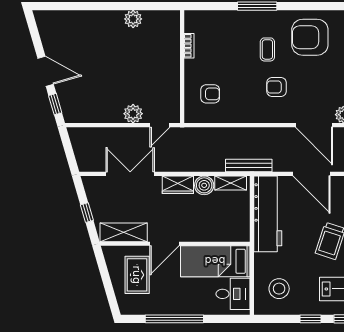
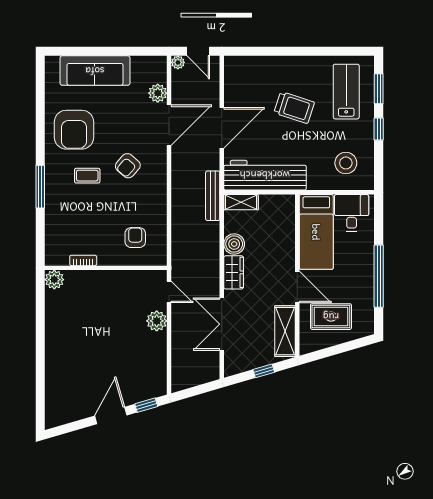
plant: (133, 19) -> (54, 280), moved
armchair: (277, 87) -> (128, 166), turned 41
shelving: (231, 183) -> (241, 202), moved, turned 90

